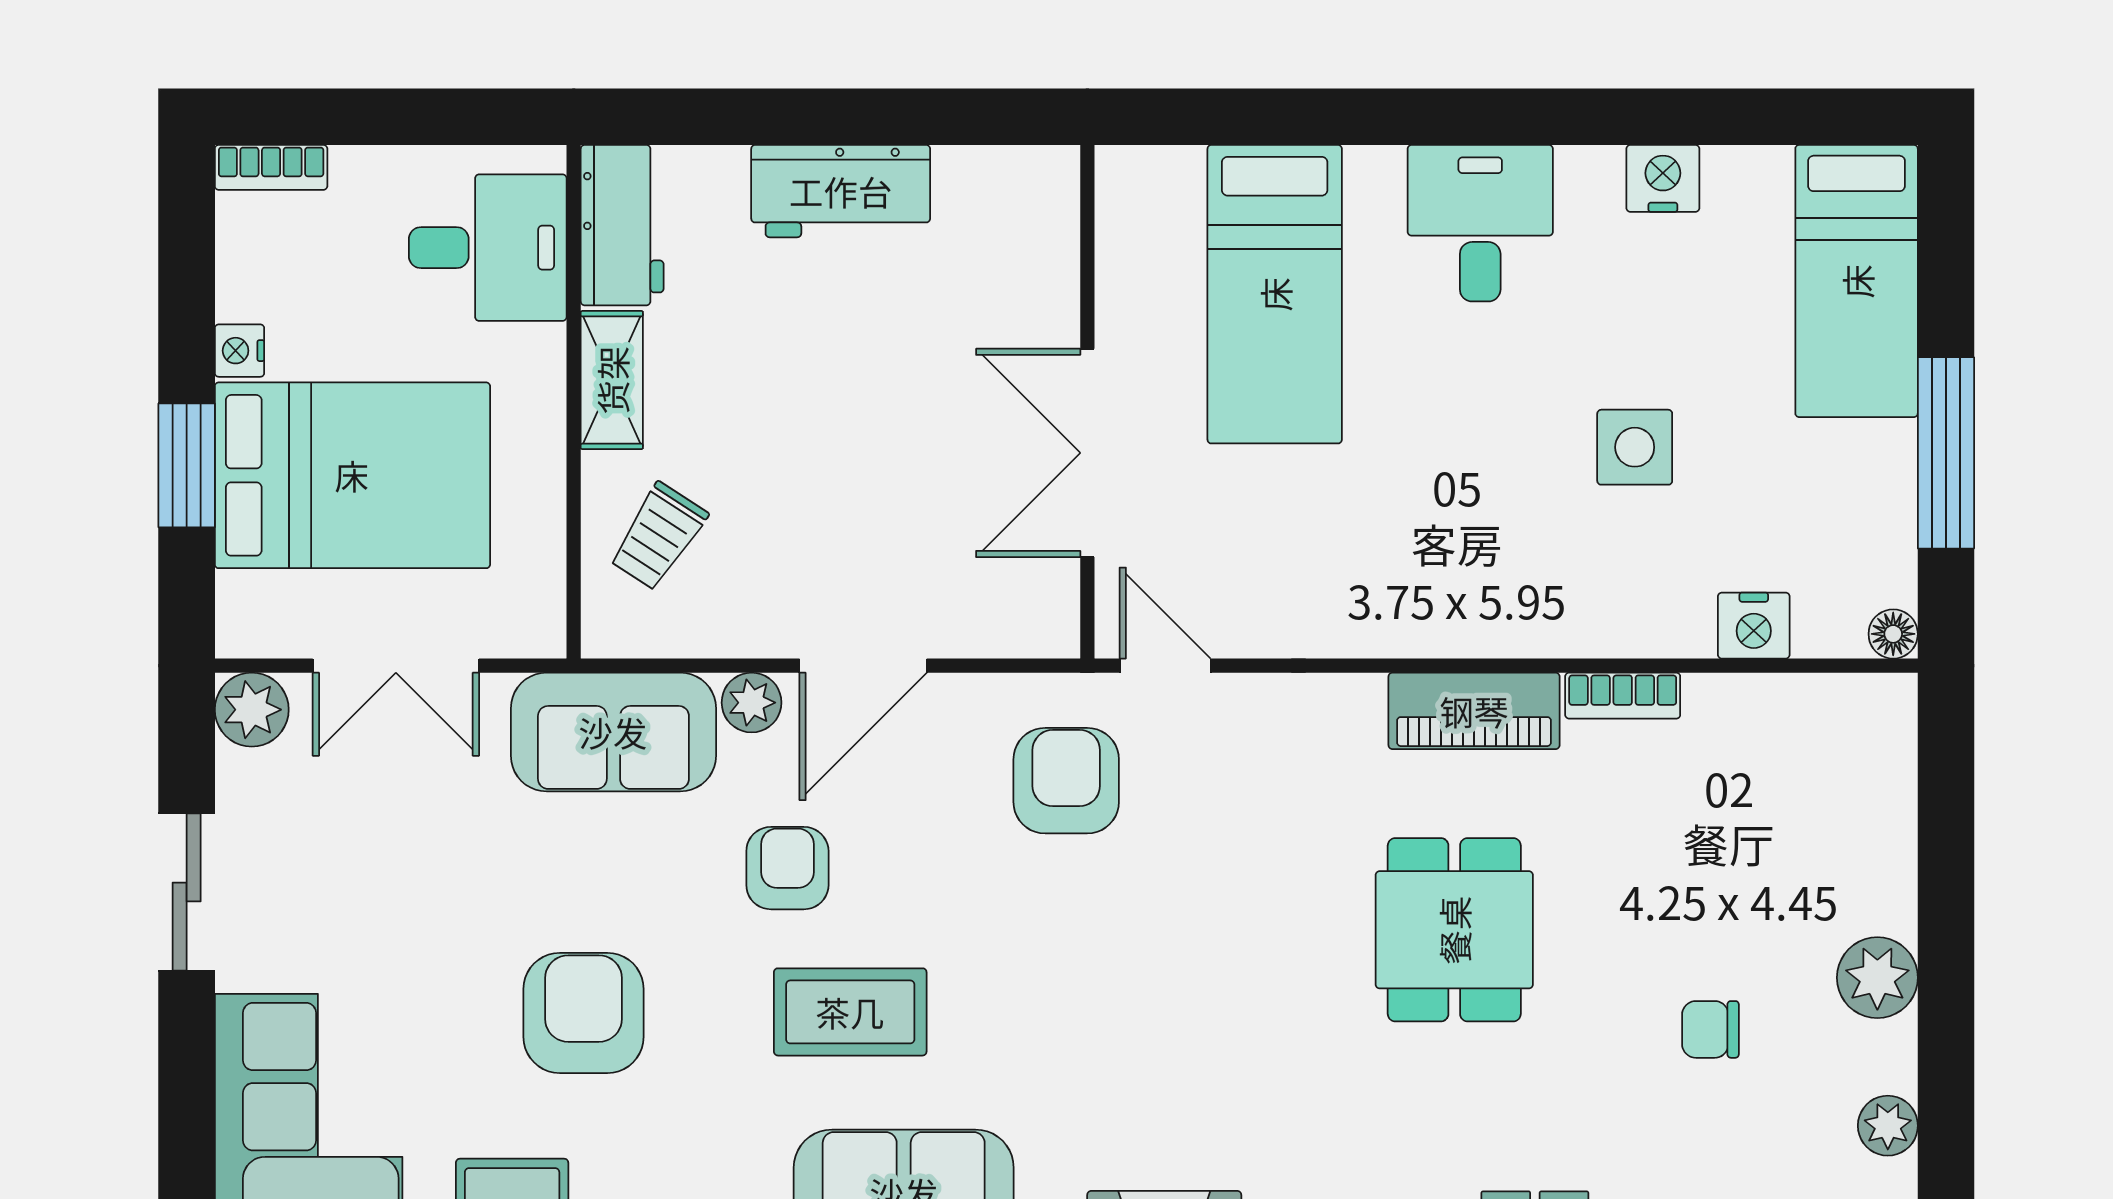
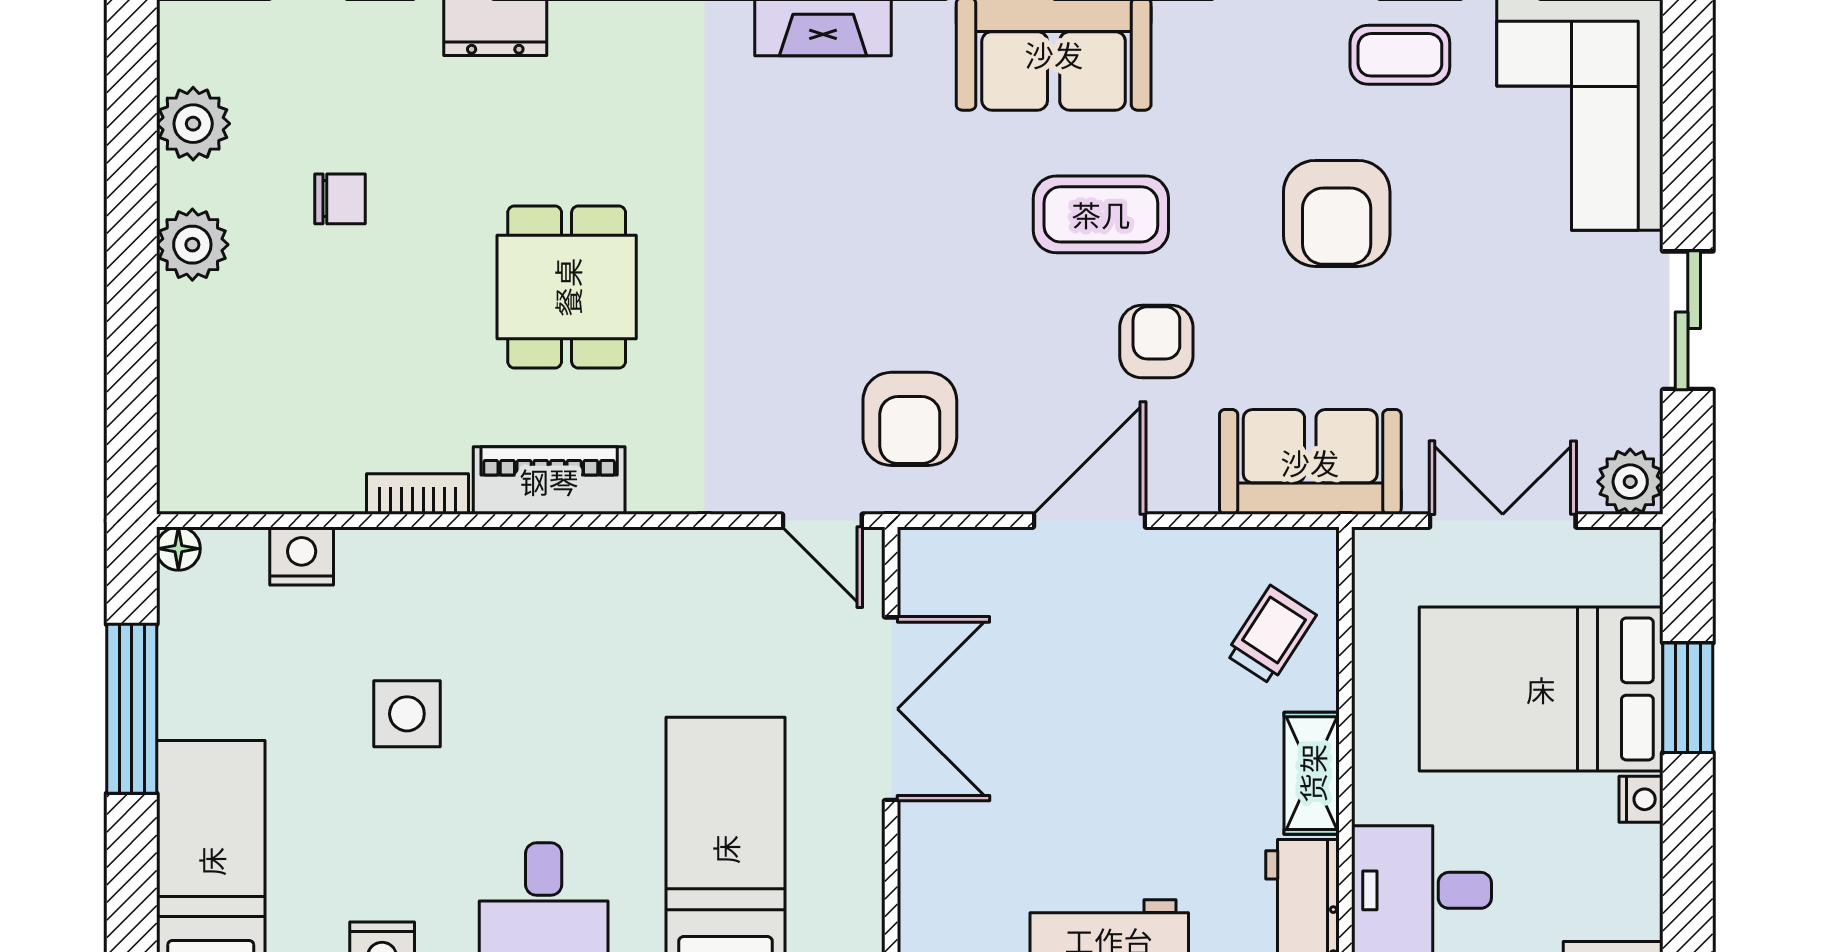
plant: (752, 703) -> (1188, 488), removed
armchair: (787, 868) -> (1156, 342), turned 180
plant: (1888, 1126) -> (193, 124), width x1.38, depth x1.38

